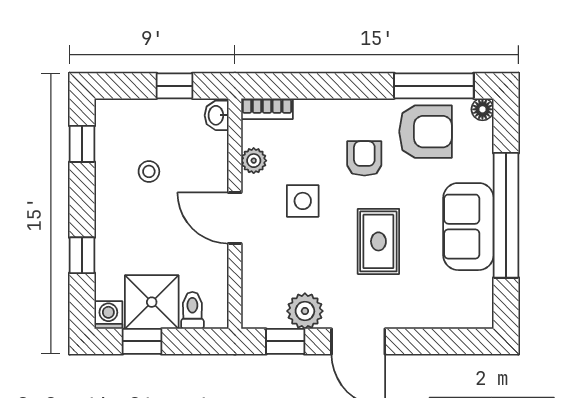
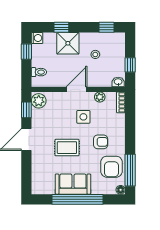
shower: (152, 302) -> (68, 43), moved
plant: (305, 311) -> (39, 101), moved

